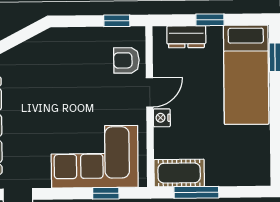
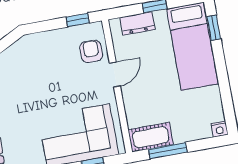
armchair: (126, 60) -> (91, 51), turned 90
nightstand: (162, 118) -> (220, 129), moved, turned -90

